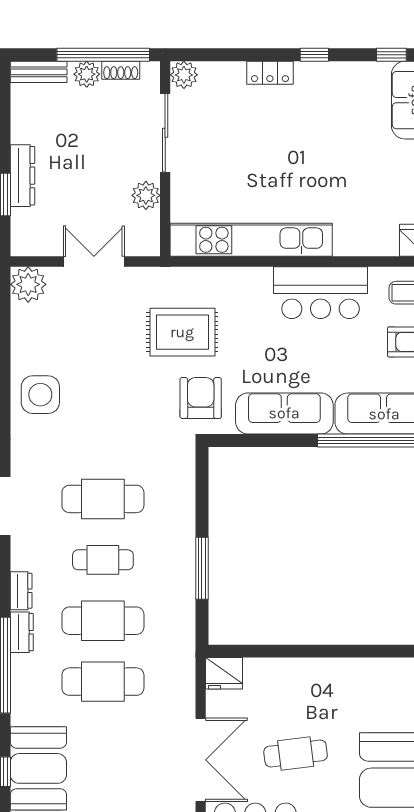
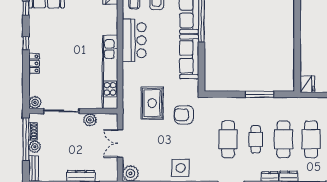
armchair: (201, 398) -> (184, 115), moved

